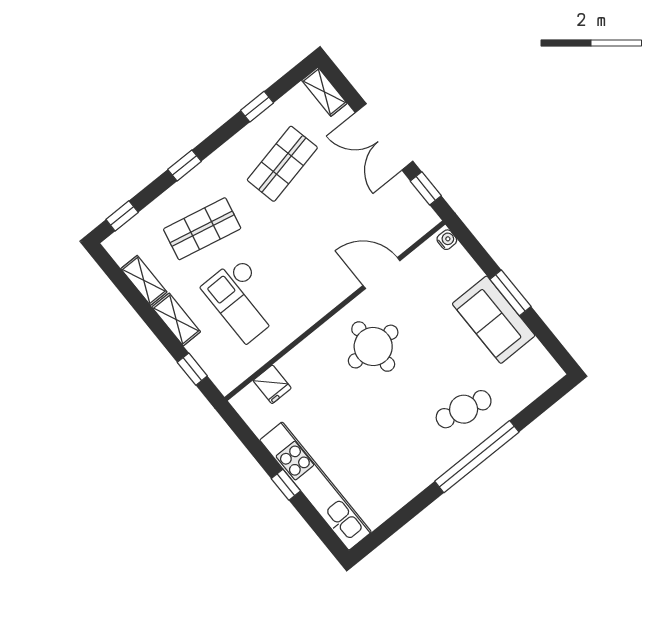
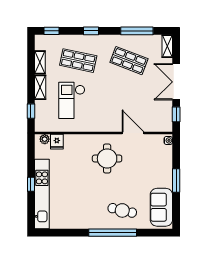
window: (257, 107) -> (137, 31), width x2.17
shop shelf: (282, 164) -> (129, 61), turned 33
sofa: (494, 320) -> (161, 207), moved
plant: (250, 396) -> (45, 139), added

